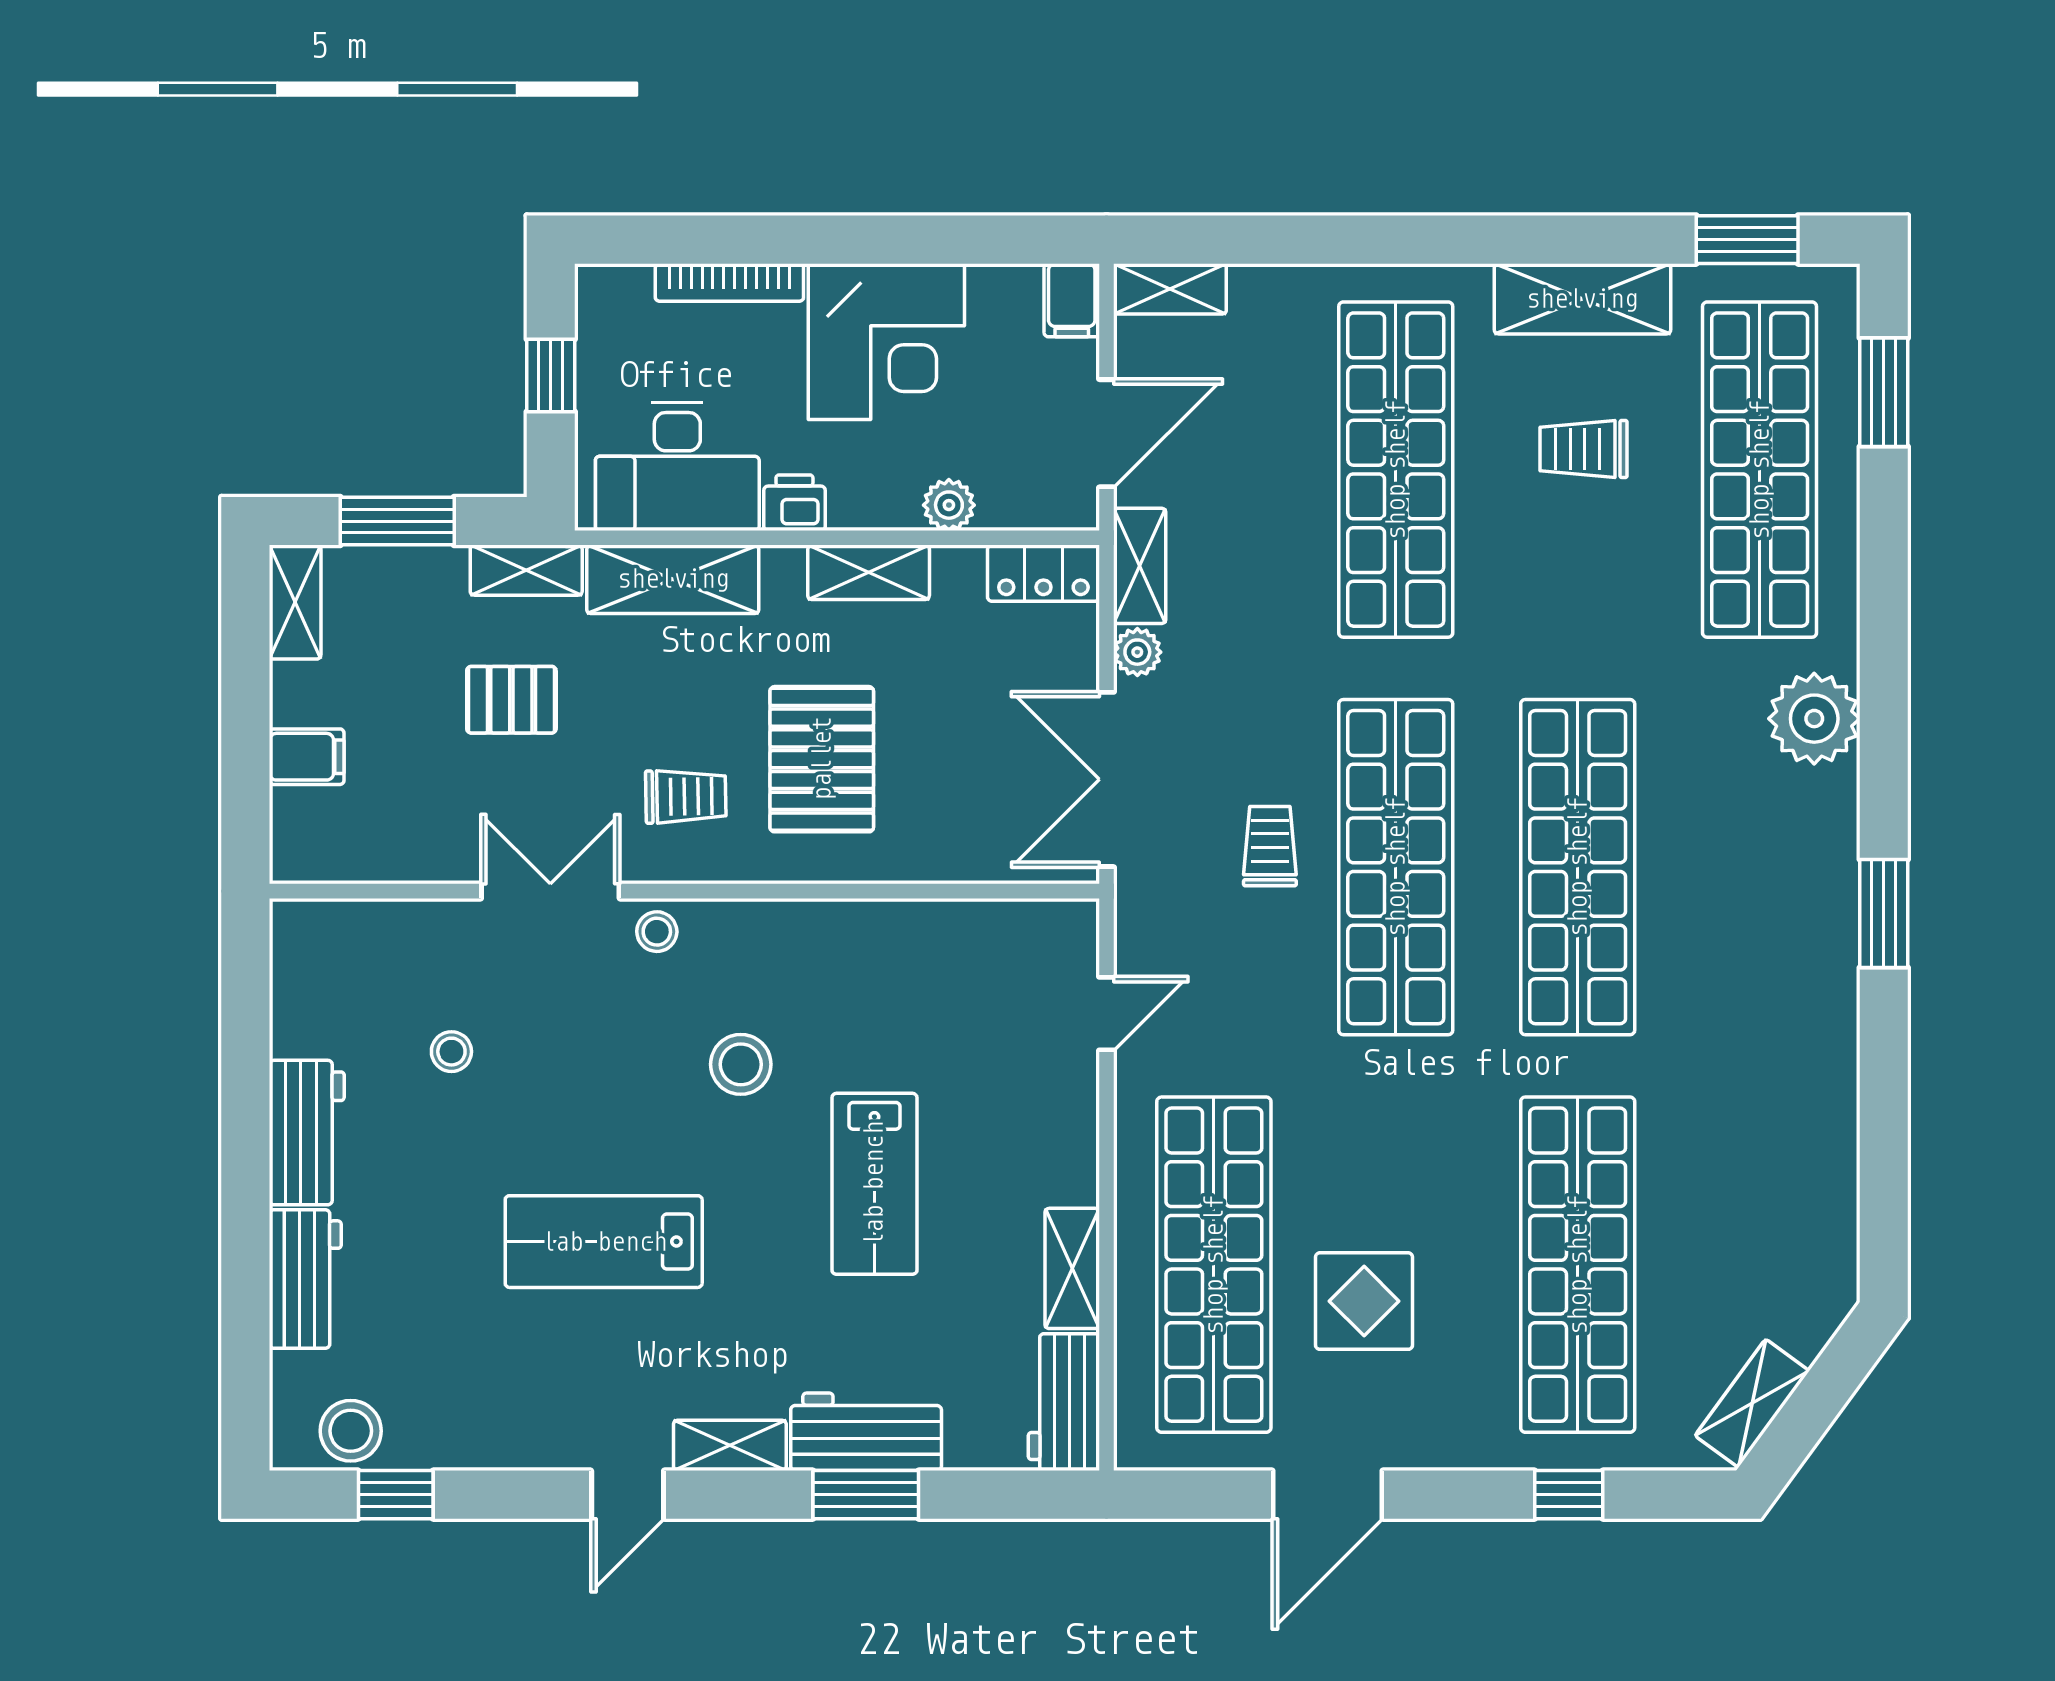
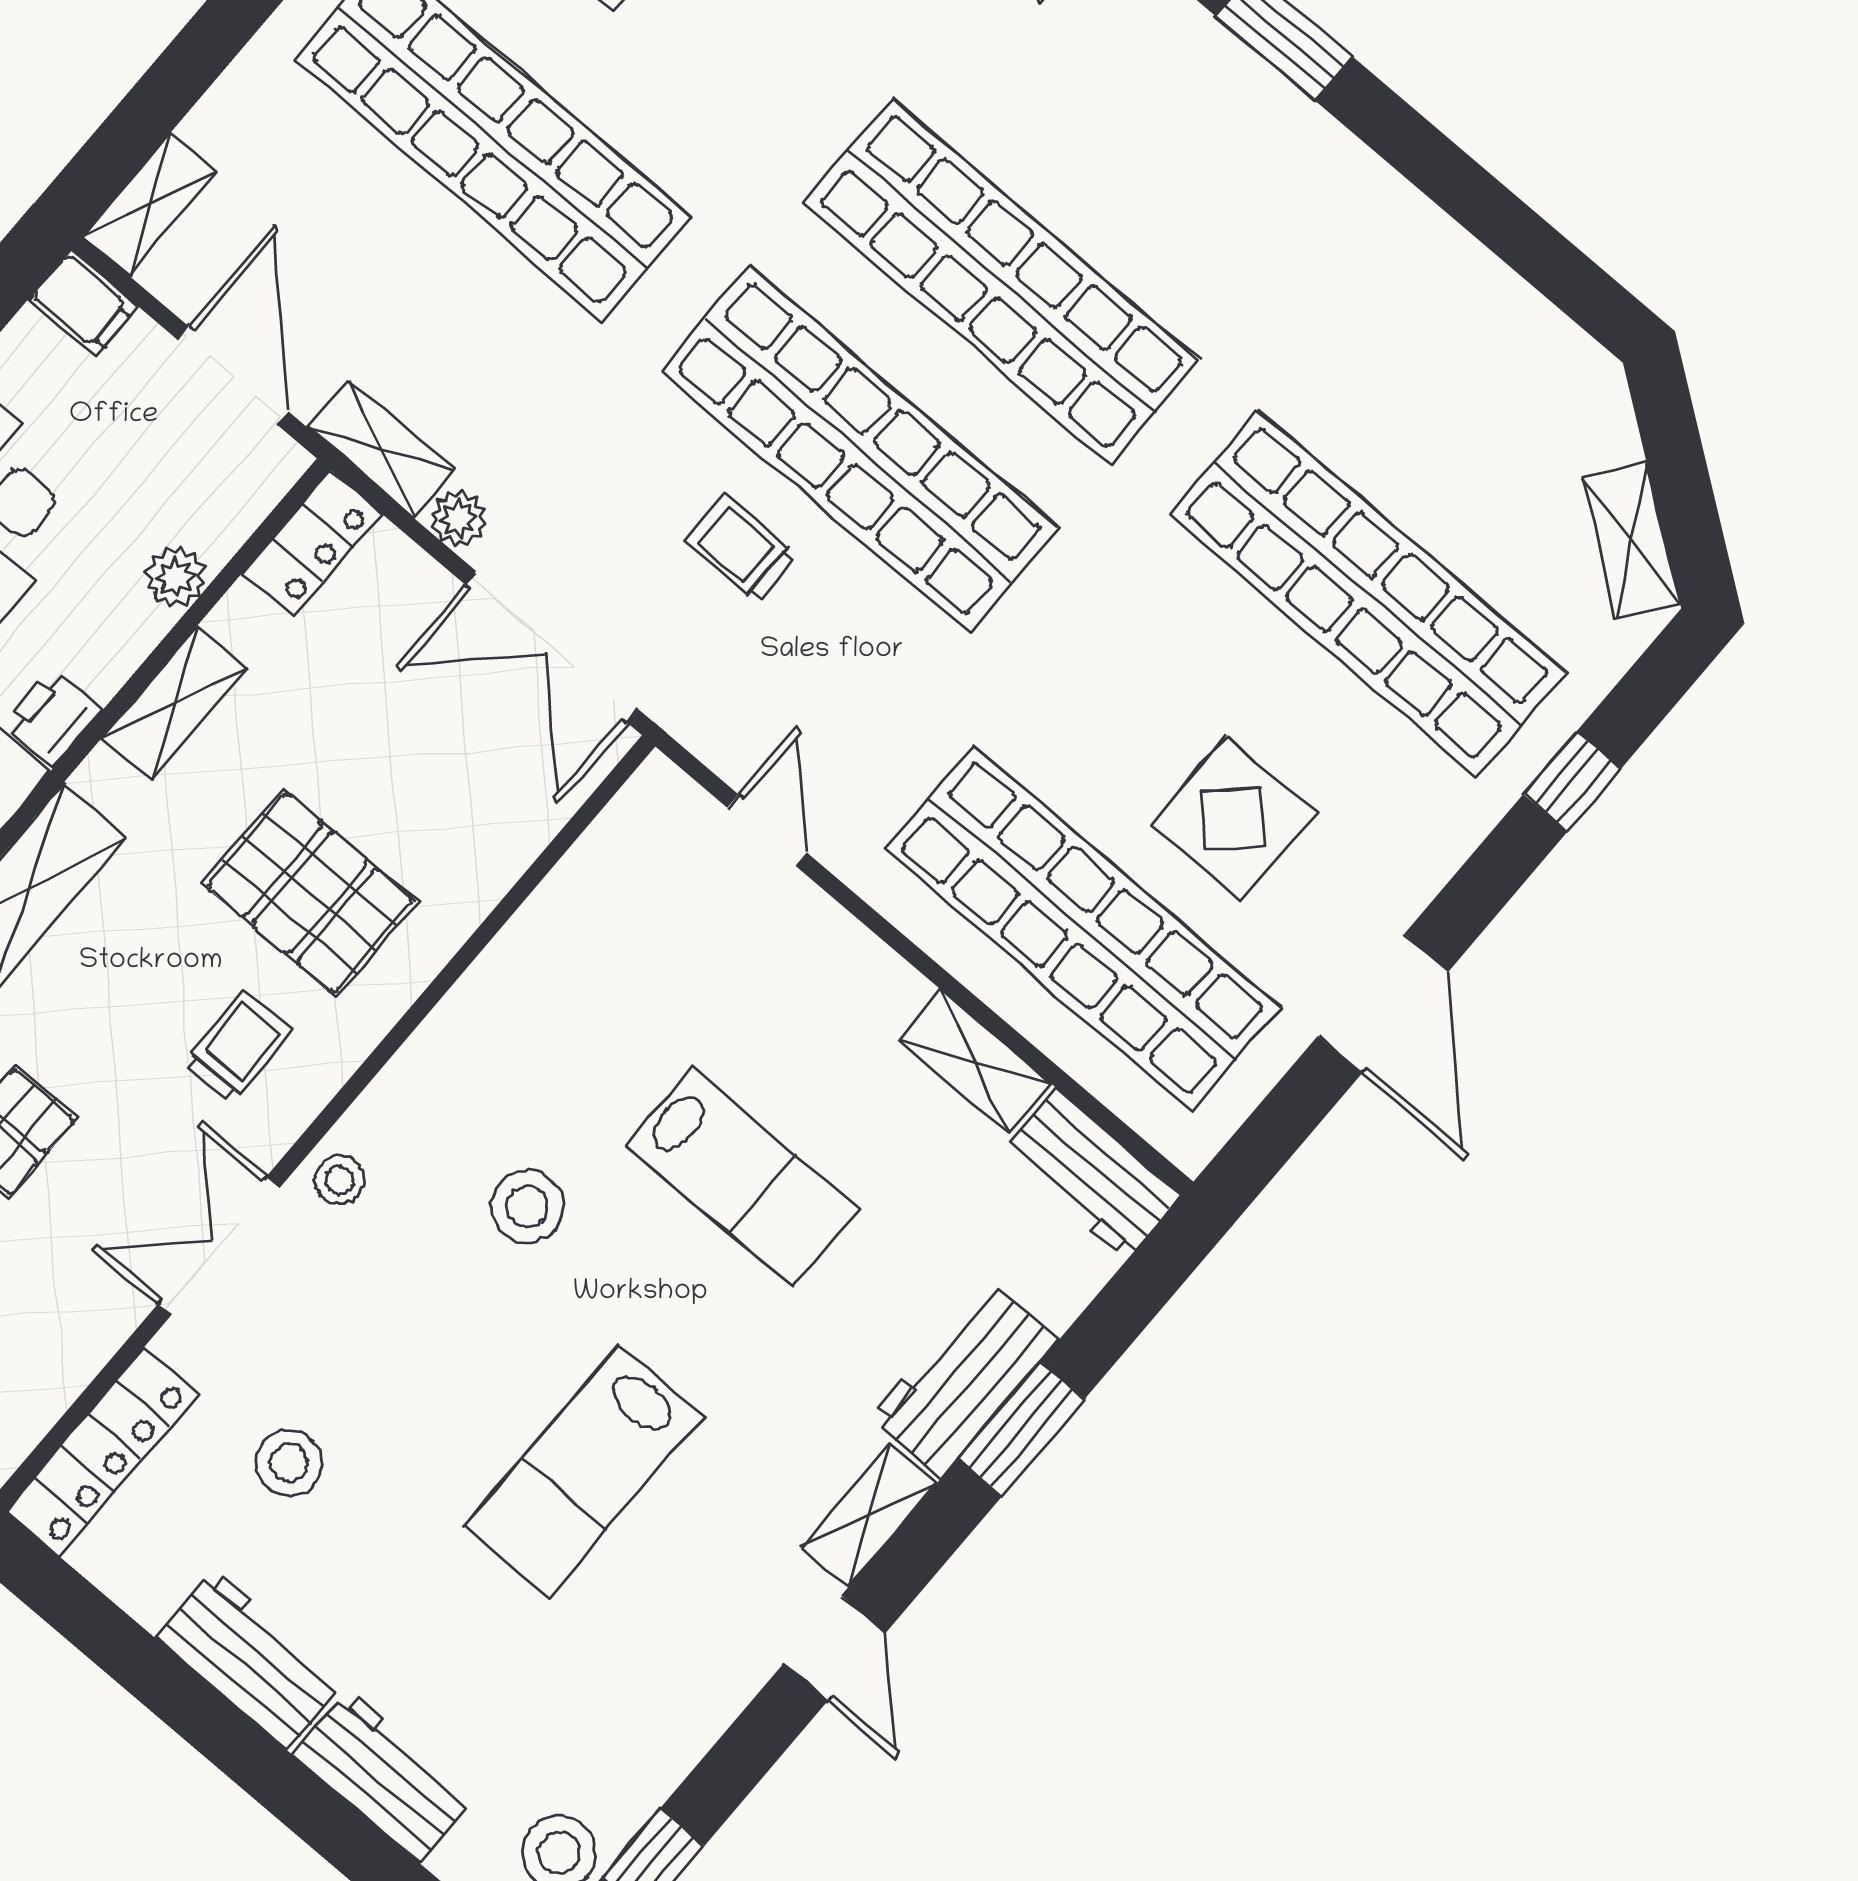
locker: (358, 928) -> (102, 1452), added
stool: (451, 1052) -> (289, 1463), width x1.37, depth x1.37

